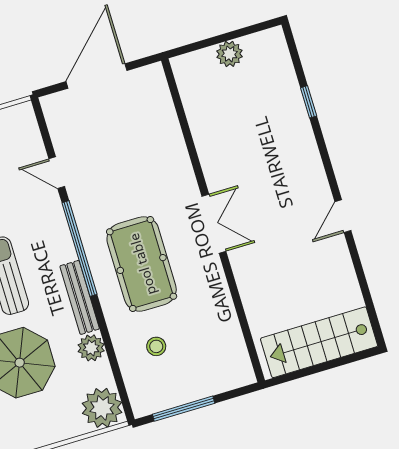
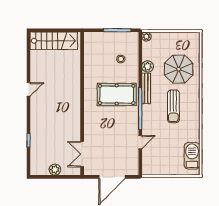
door: (57, 173) -> (140, 142), hinge flipped
double door: (214, 224) -> (82, 154), moved
pool table: (142, 264) -> (117, 94), turned 90
plant: (102, 408) -> (146, 36), width x0.53, depth x0.53

